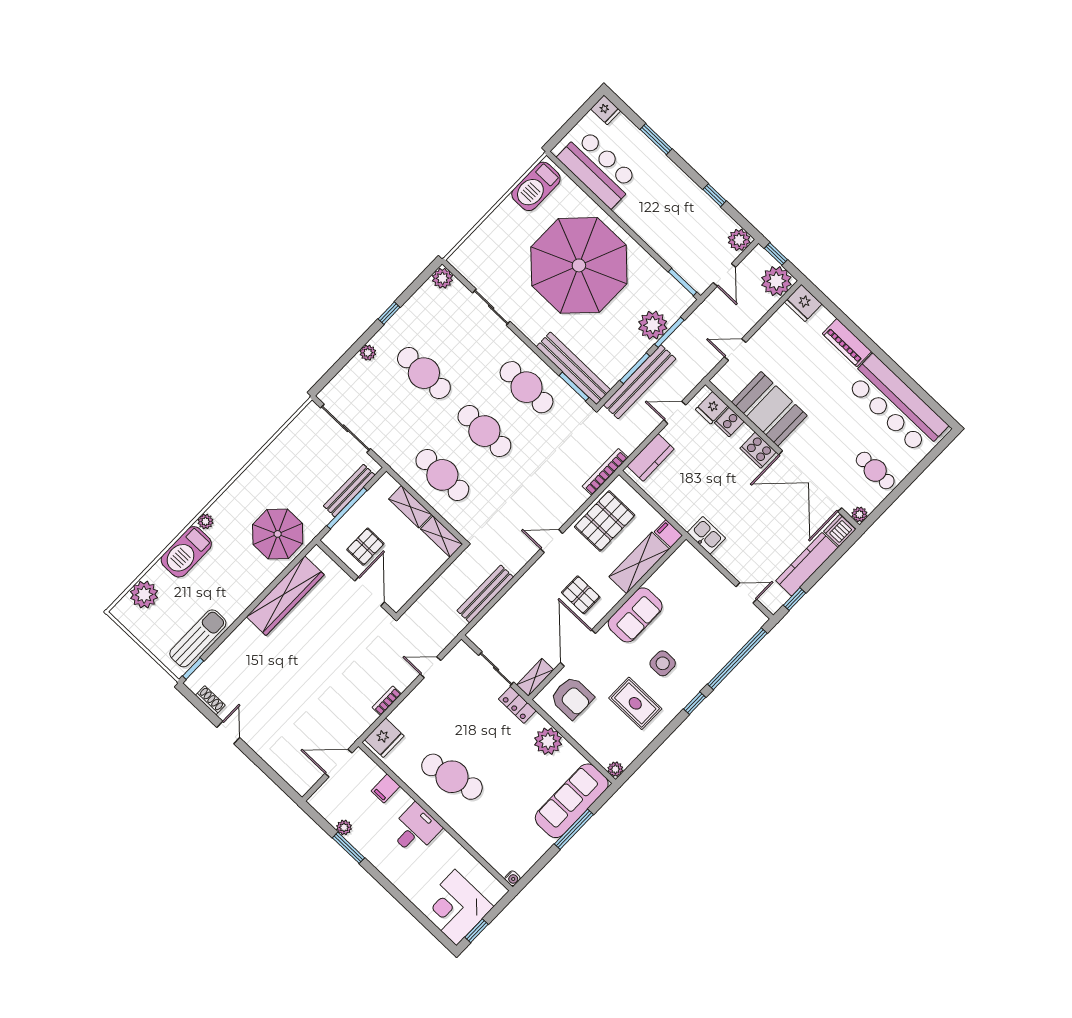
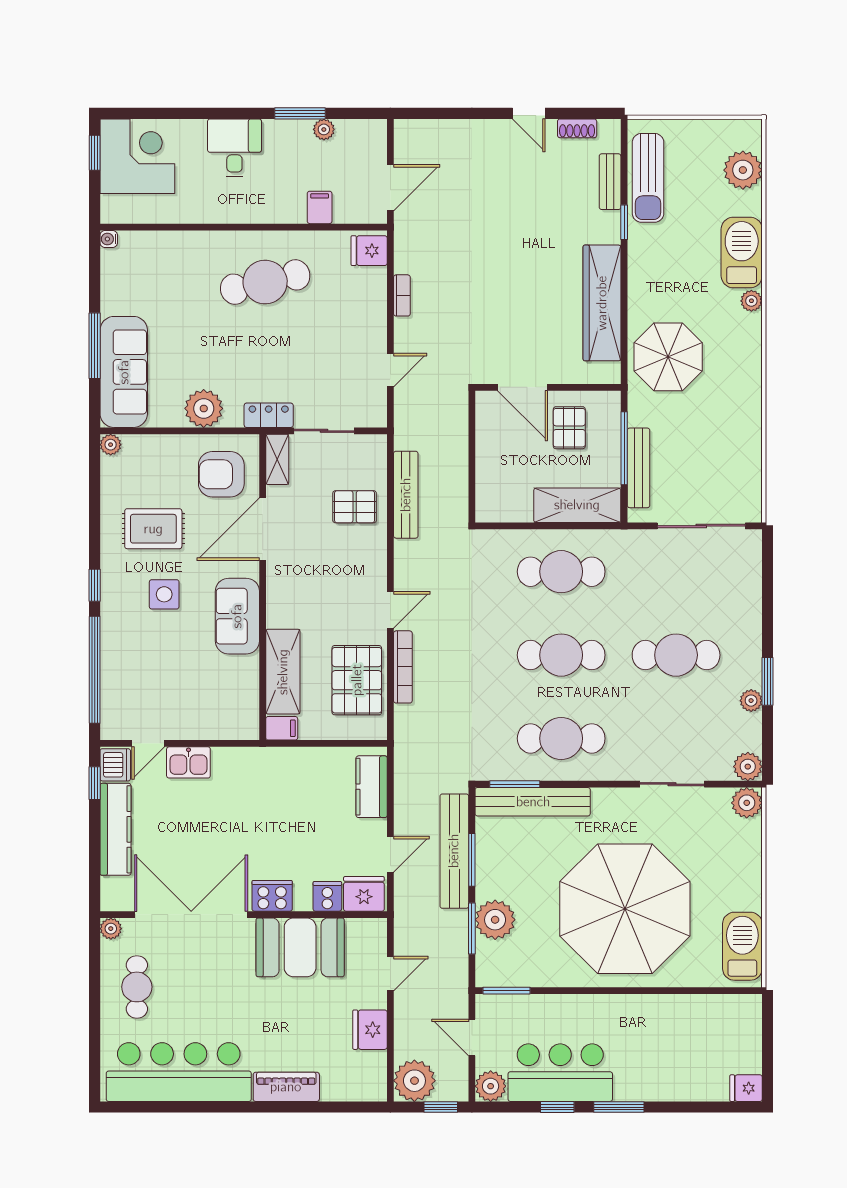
window: (656, 139) -> (619, 1107), moved
bar counter: (598, 168) -> (560, 1073), moved, turned 180
plant: (461, 260) -> (747, 803), added
fridge: (803, 303) -> (370, 1030), moved, turned -90
window: (389, 313) -> (768, 681), width x1.50
plant: (368, 353) -> (751, 701), moved
fridge: (712, 408) -> (364, 894), width x1.38
cafe table: (875, 470) -> (137, 987), turned 90
bookcase: (605, 472) -> (403, 667), moved
shelving: (410, 507) -> (577, 505), width x1.50, depth x1.33
dishwasher: (840, 530) -> (115, 765), moved
kitchen sink: (706, 535) -> (188, 762), moved
shelving: (442, 537) -> (503, 510), removed
pallet: (581, 595) -> (355, 507), moved
door: (578, 648) -> (263, 529), swing flipped
bench: (220, 655) -> (610, 182), added
window: (193, 669) -> (624, 222), moved
fridge: (384, 738) -> (369, 251), width x0.72
desk: (415, 829) -> (234, 148), moved, turned 180

